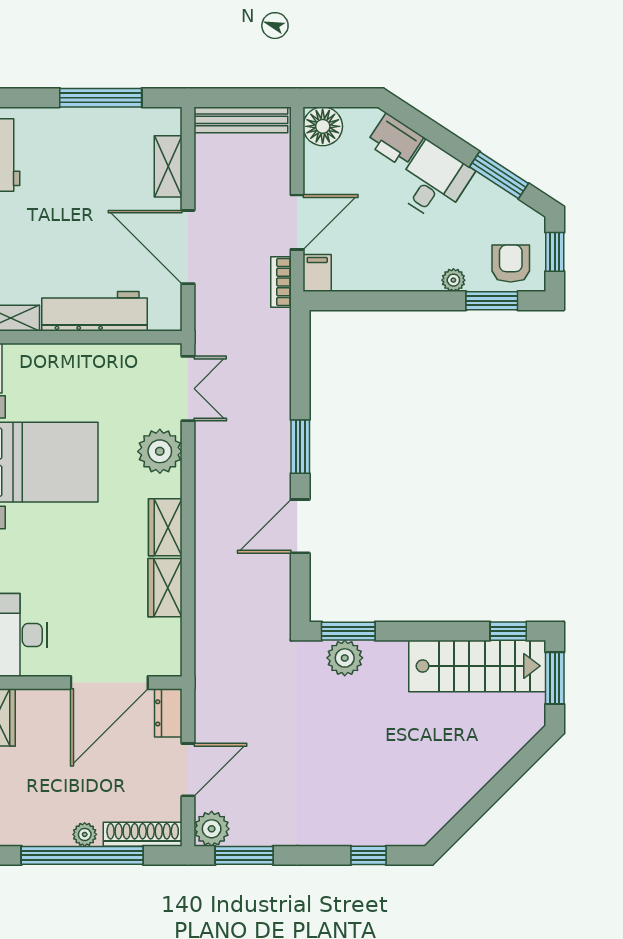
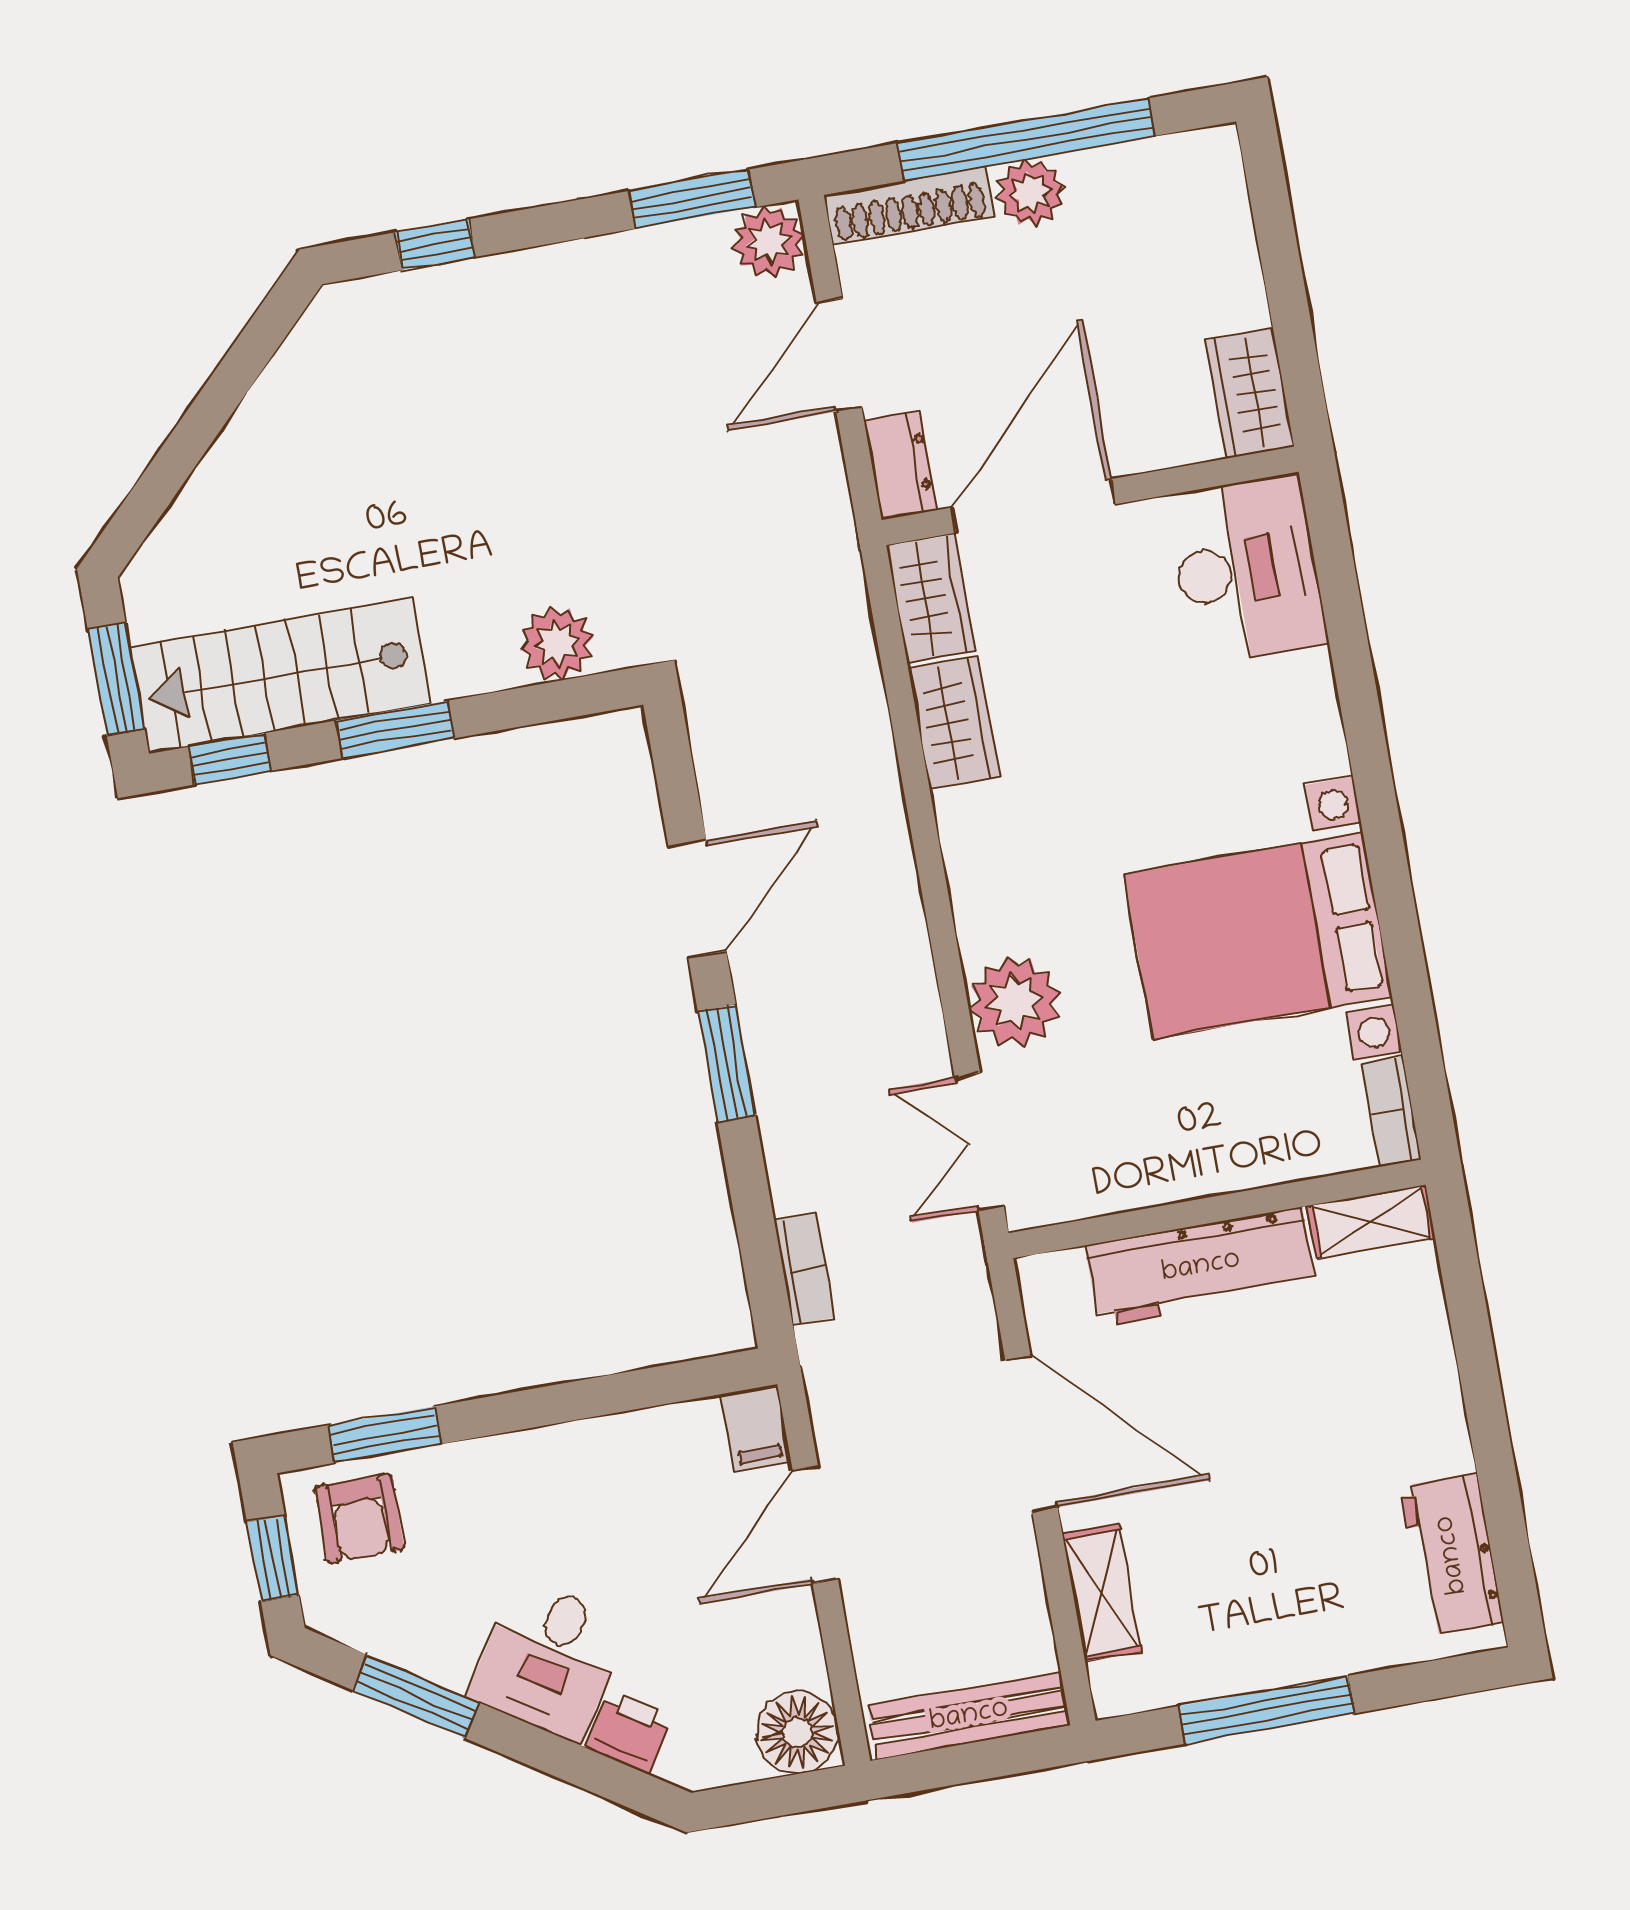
printer: (395, 140) -> (629, 1732), width x0.73, depth x0.81
plant: (453, 280) -> (472, 1463), removed
bookcase: (281, 282) -> (804, 1269), moved
wardrobe: (165, 527) -> (931, 598), moved
window: (348, 631) -> (395, 729), moved
plant: (85, 834) -> (1030, 193), width x1.38, depth x1.38

